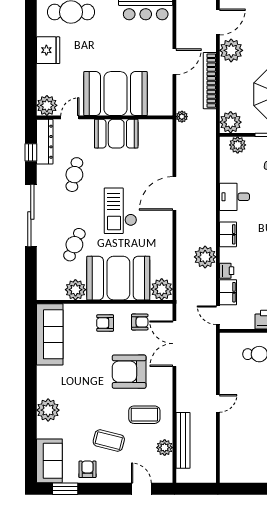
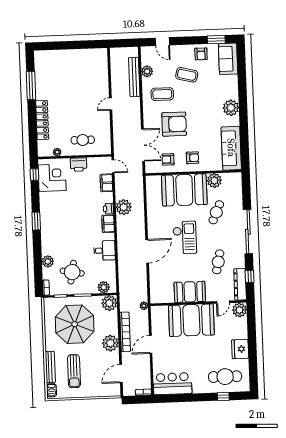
plant: (231, 50) -> (110, 343), moved
printer: (227, 271) -> (108, 209), moved
plant: (162, 289) -> (153, 183), removed
plant: (48, 410) -> (231, 108), moved

